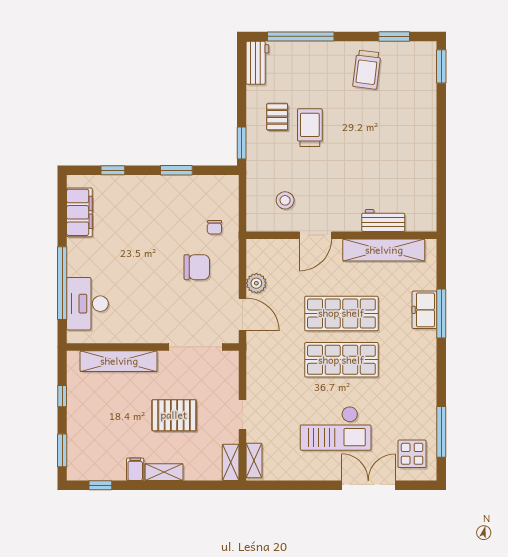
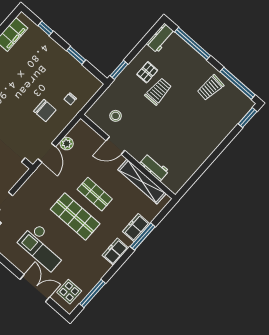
window: (394, 36) -> (238, 83), width x2.11
shop shelf: (341, 313) -> (95, 194), width x0.70, depth x0.74
freezer: (425, 360) -> (115, 252), added

